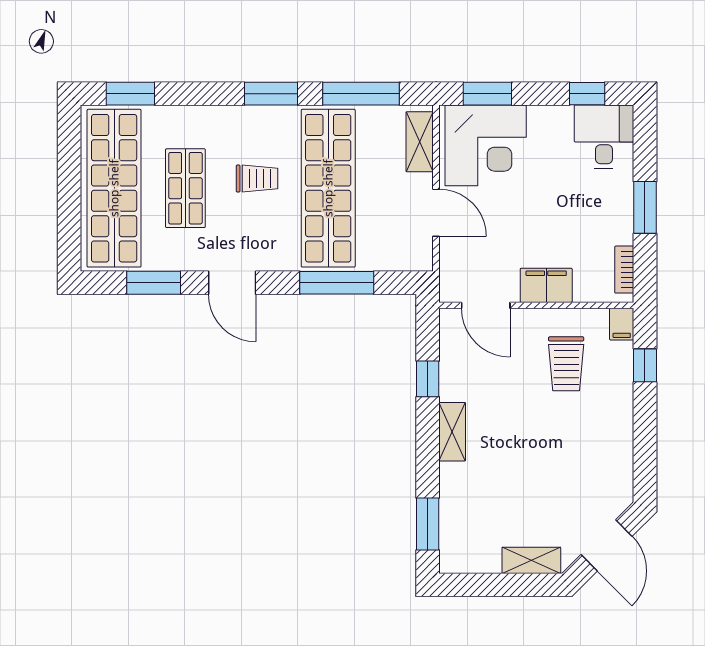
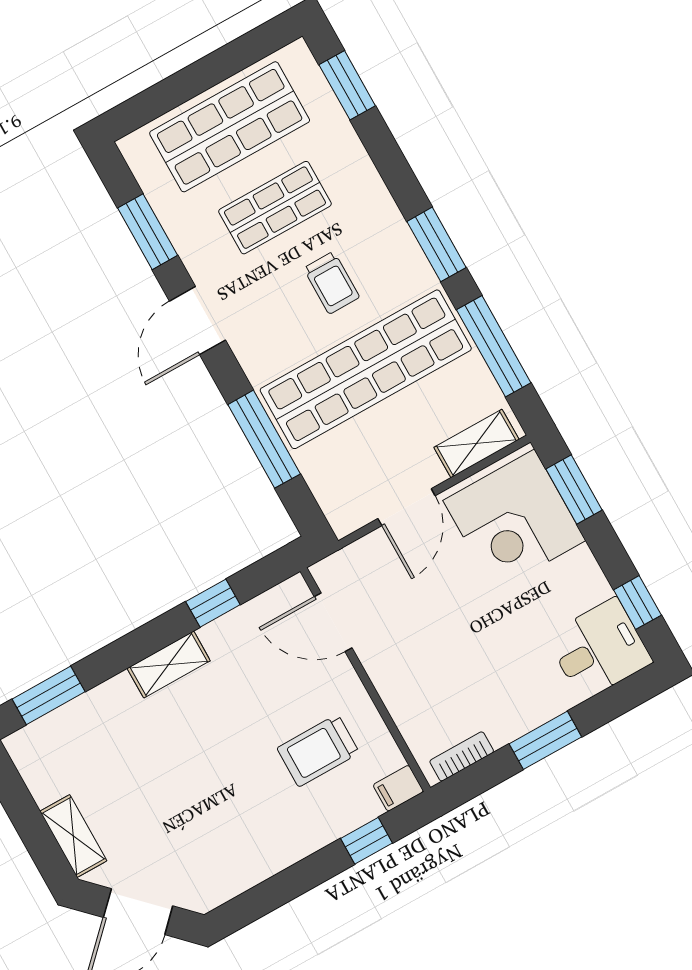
shop shelf: (114, 188) -> (230, 127), width x0.71
filing cabinet: (546, 285) -> (394, 678), removed
door: (486, 305) -> (333, 622), hinge flipped

